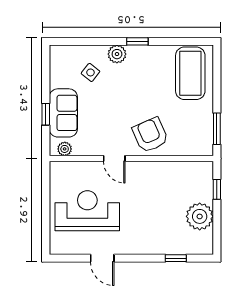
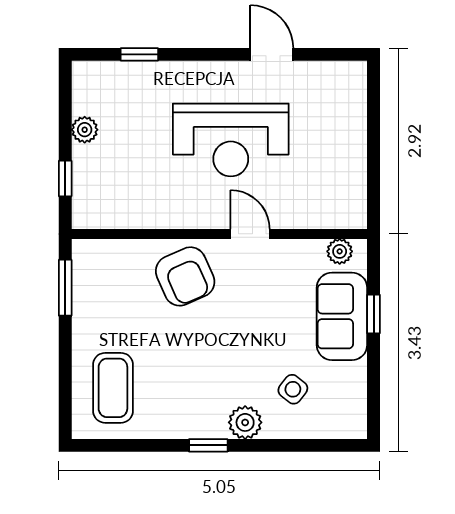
coffee table: (190, 73) -> (113, 388), width x0.73, depth x0.76
reception desk: (87, 211) -> (231, 140), moved
plant: (200, 216) -> (85, 130), width x0.53, depth x0.53

